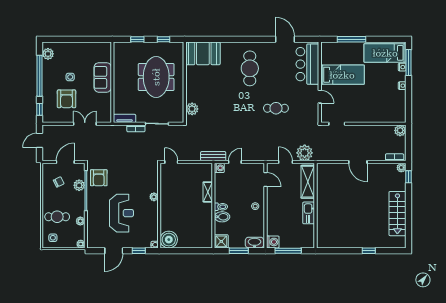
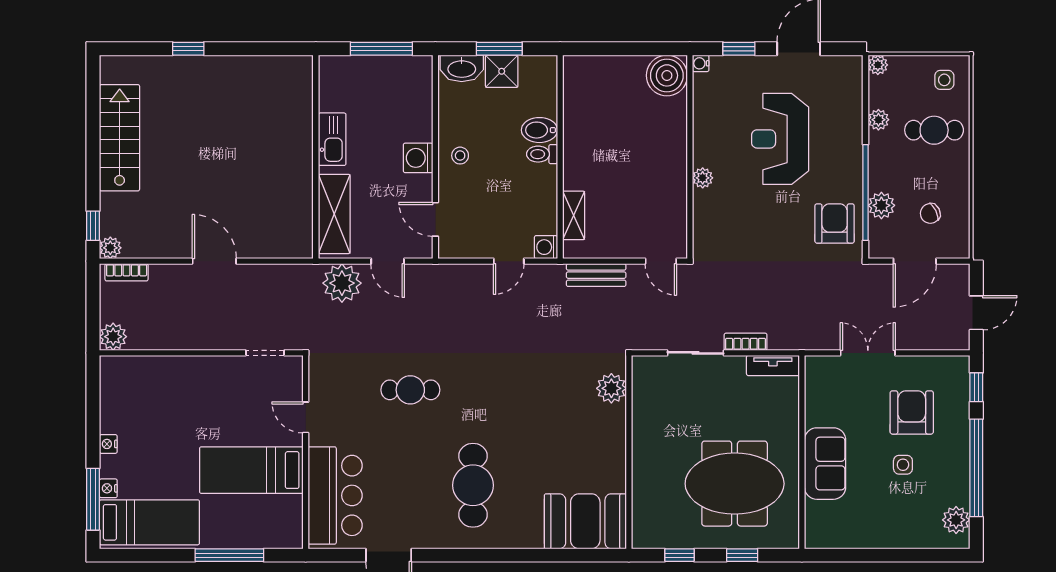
meeting table: (156, 77) -> (735, 484), moved, turned 90
double door: (85, 124) -> (868, 353), swing flipped
bench: (213, 156) -> (596, 275), moved
shelving: (208, 192) -> (574, 215), moved
shower: (221, 241) -> (502, 71), moved
washing machine: (273, 242) -> (418, 158), moved

